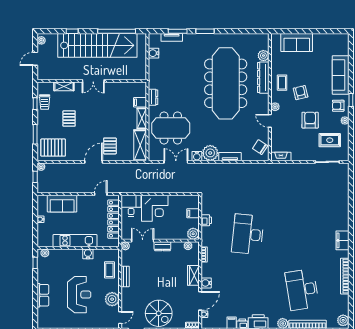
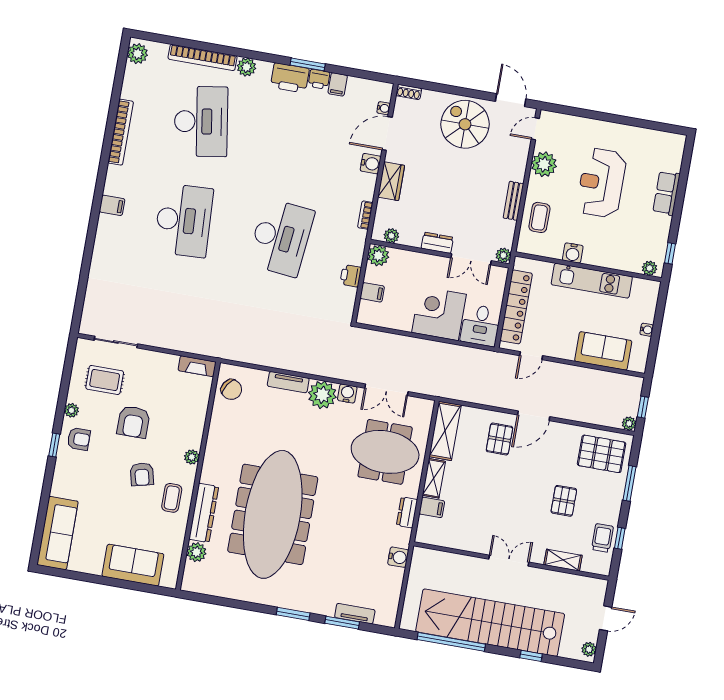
water cooler: (154, 53) -> (398, 557), moved
sofa: (341, 75) -> (58, 533), moved
door: (270, 121) -> (206, 433), removed
desk: (302, 234) -> (184, 220), added
filing cabinet: (342, 240) -> (112, 205), width x0.50

